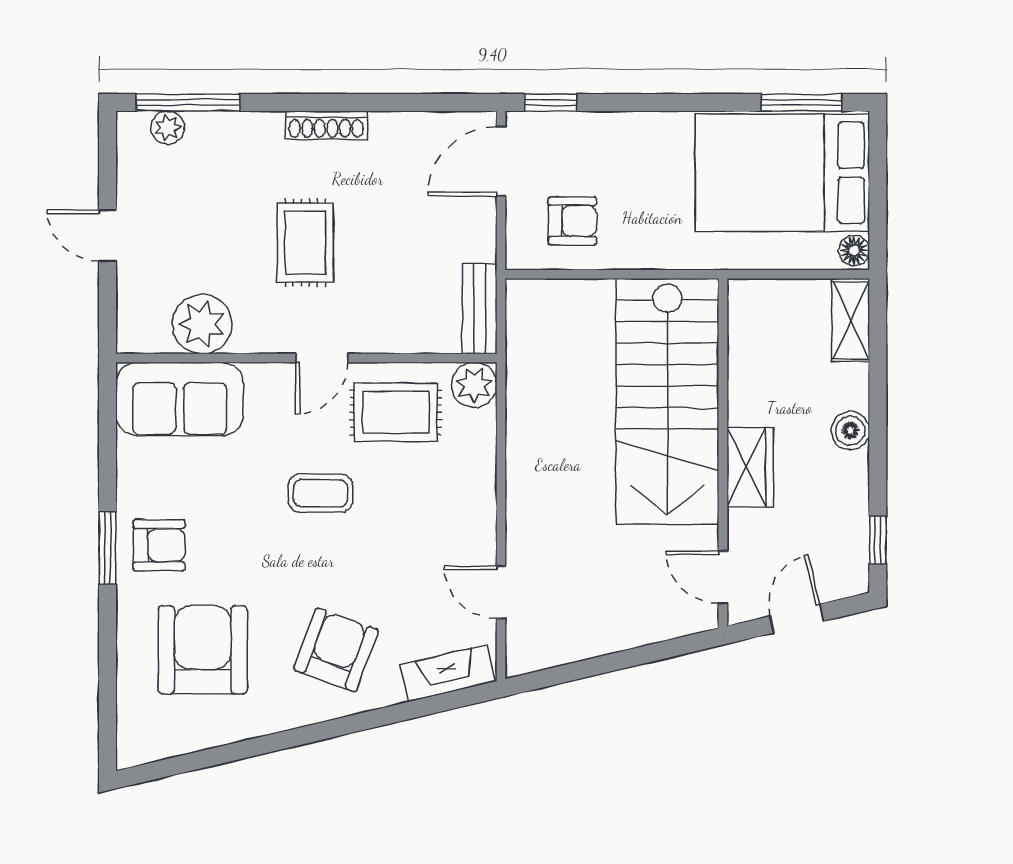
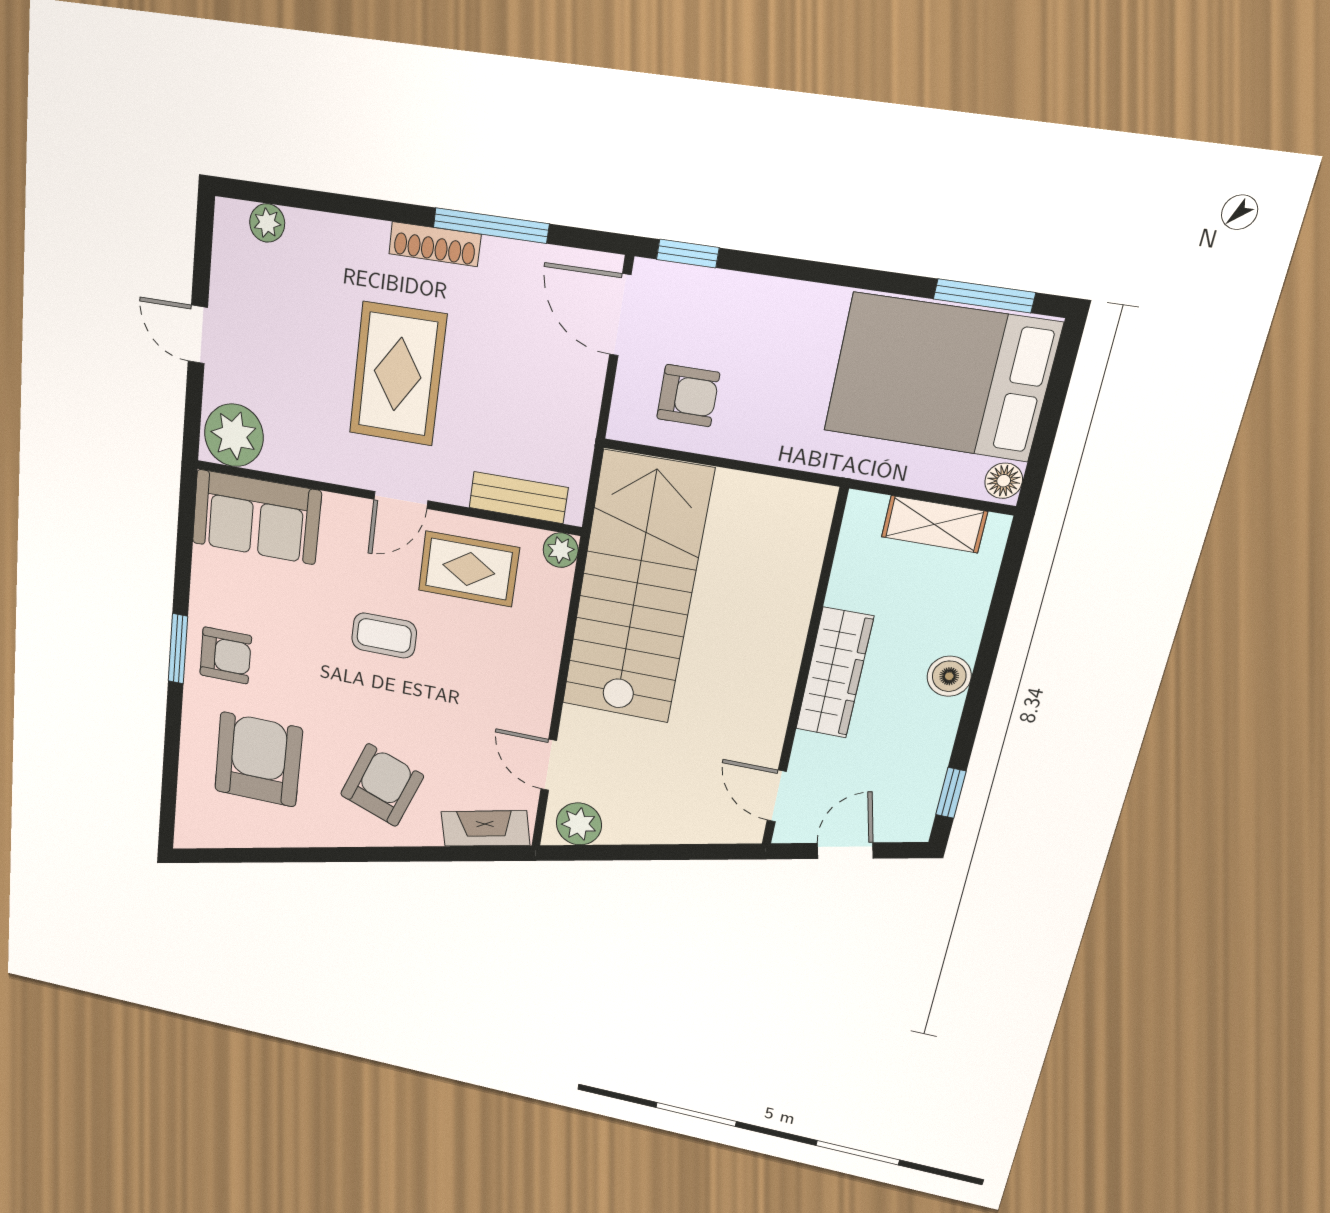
window: (188, 103) -> (491, 225), moved
door: (501, 161) -> (620, 315), hinge flipped
rug: (305, 243) -> (398, 374), width x1.36, depth x1.43
bench: (480, 309) -> (518, 498), moved, turned 90
shelving: (851, 320) -> (934, 524), moved, turned 90
plant: (202, 324) -> (234, 435), moved
plant: (474, 385) -> (561, 550), width x0.73, depth x0.73
stairs: (667, 402) -> (636, 589), moved, turned 180
wardrobe: (750, 467) -> (834, 673), width x1.50
plant: (540, 648) -> (579, 824), added

